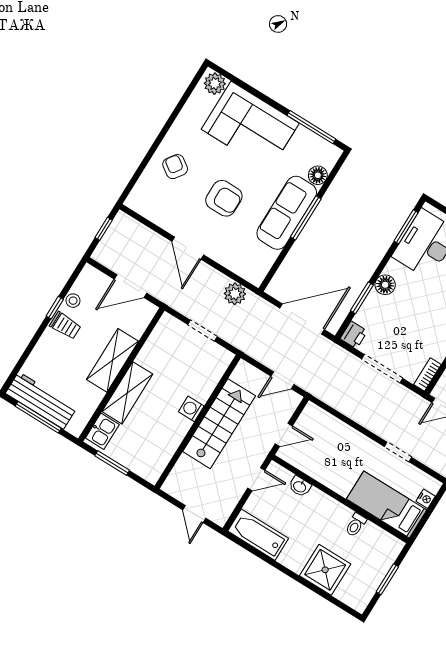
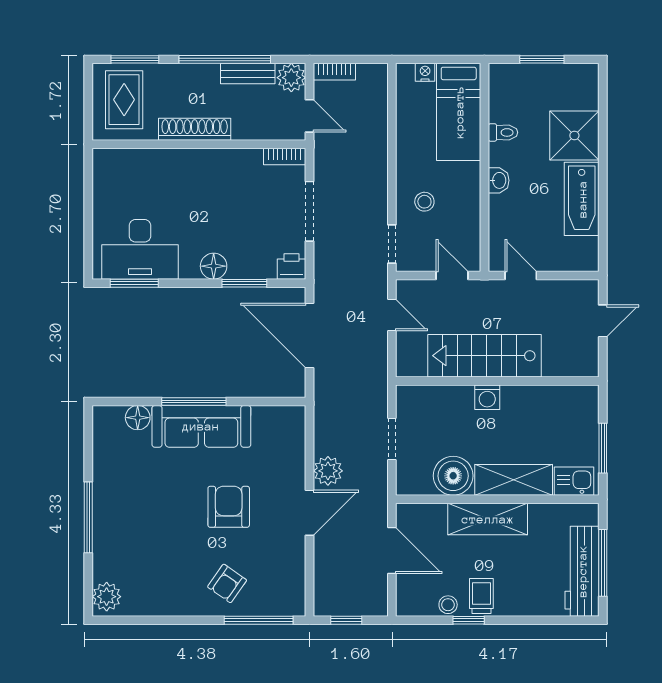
corner sofa: (250, 126) -> (130, 527), removed
window: (311, 127) -> (88, 517), moved
window: (139, 172) -> (259, 620), added
plant: (235, 294) -> (328, 471), moved
boiler: (154, 355) -> (453, 476), added
stool: (342, 447) -> (424, 202), added
doorway: (398, 452) -> (392, 244), moved
washbasin: (300, 486) -> (499, 180), moved
bathtub: (258, 535) -> (582, 199), moved

